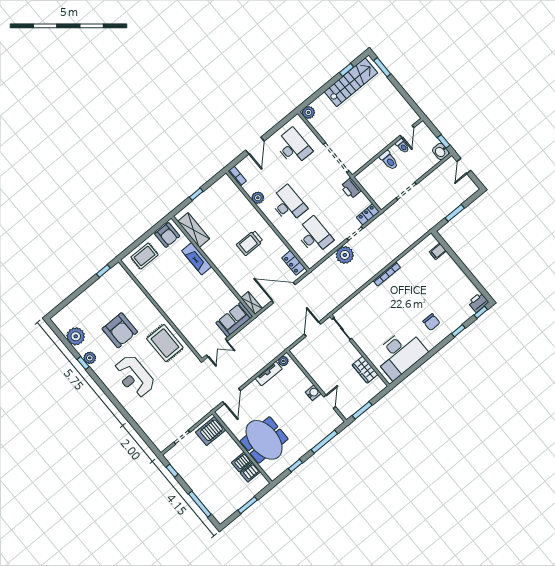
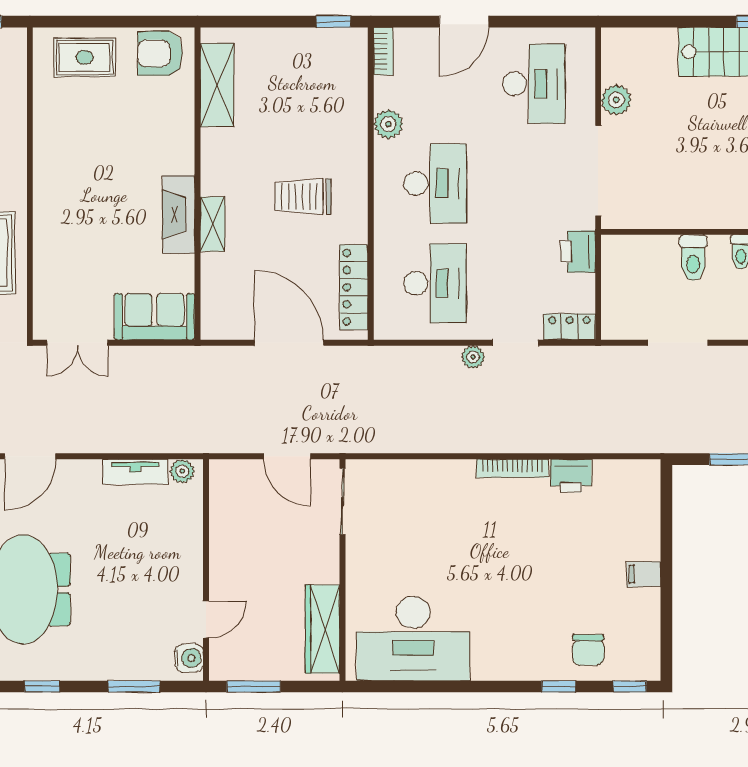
plant: (308, 112) -> (616, 100), moved
window: (196, 194) -> (333, 22), moved
armchair: (167, 235) -> (160, 53), turned 90
filing cabinet: (438, 251) -> (644, 574), moved
plant: (345, 255) -> (473, 357), width x0.53, depth x0.53
fireplace: (197, 259) -> (179, 214), moved
locker: (293, 263) -> (354, 287), width x1.53
printer: (478, 302) -> (571, 476), moved, turned 180
shelving: (252, 303) -> (213, 224), moved
chair: (431, 322) -> (588, 650), moved
door: (313, 329) -> (287, 456), swing flipped
wardrobe: (365, 370) -> (322, 629), width x1.50
water cooler: (313, 393) -> (189, 658), moved
window: (324, 442) -> (134, 686), width x0.69

